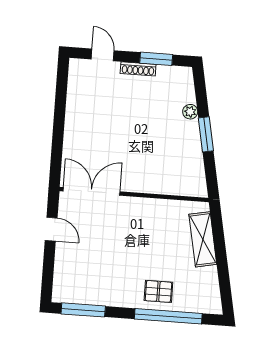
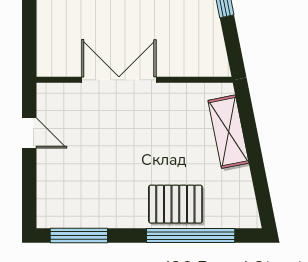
double door: (92, 191) -> (119, 80), moved
pallet: (158, 291) -> (175, 204), width x1.50, depth x1.42

